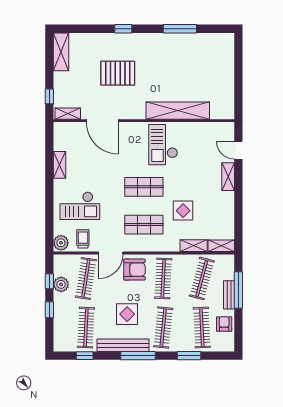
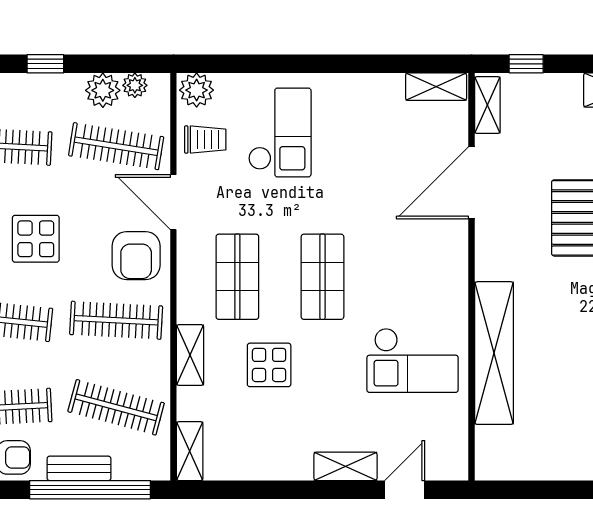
checkout: (163, 145) -> (413, 360), moved, turned 180
shelving: (59, 165) -> (436, 87), moved
checkout: (80, 206) -> (280, 132), turned 180
shelving: (194, 246) -> (190, 355), moved
plant: (59, 270) -> (135, 85), added
window: (49, 281) -> (110, 64), removed
window: (238, 290) -> (90, 490), width x1.46

